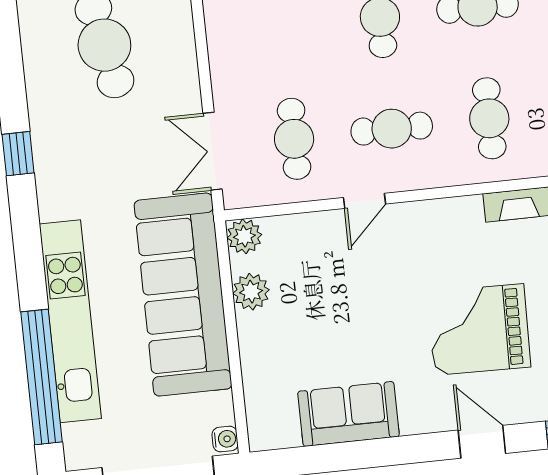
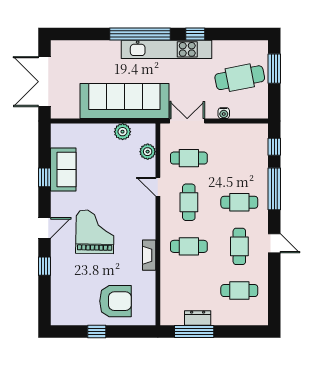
plant: (244, 236) -> (148, 152), moved
kitchen unit: (70, 321) -> (167, 49), moved
window: (42, 377) -> (140, 34), moved
water cooler: (225, 439) -> (224, 113), moved
window: (370, 453) -> (45, 177), added

